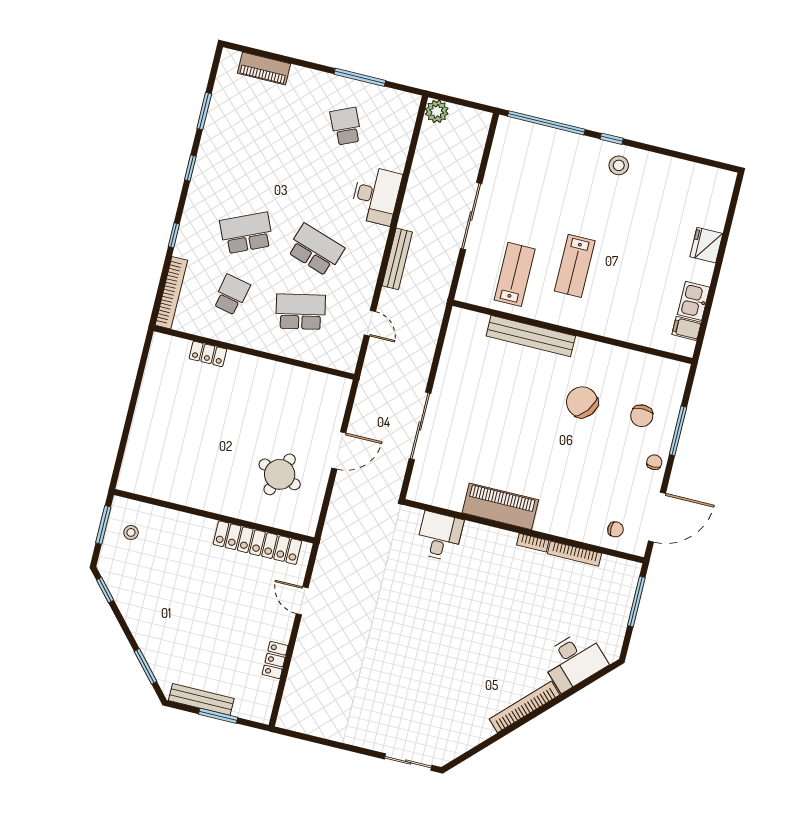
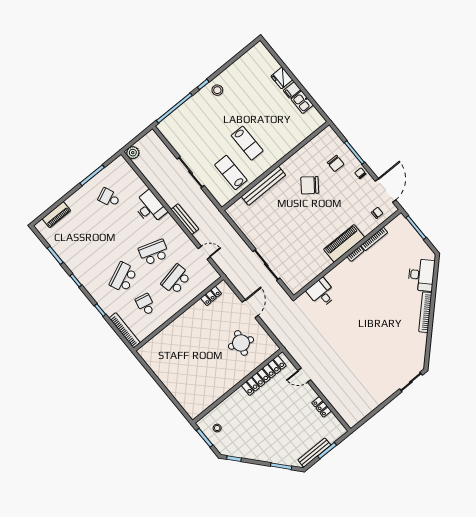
filing cabinet: (687, 328) -> (292, 90), moved
locker: (208, 354) -> (211, 296), moved
piano: (500, 506) -> (344, 243), moved

